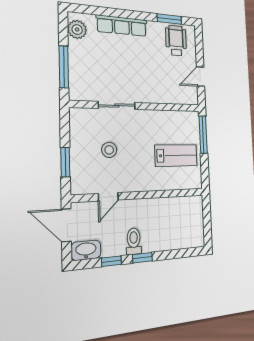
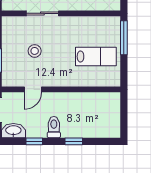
window: (142, 258) -> (74, 141), moved

